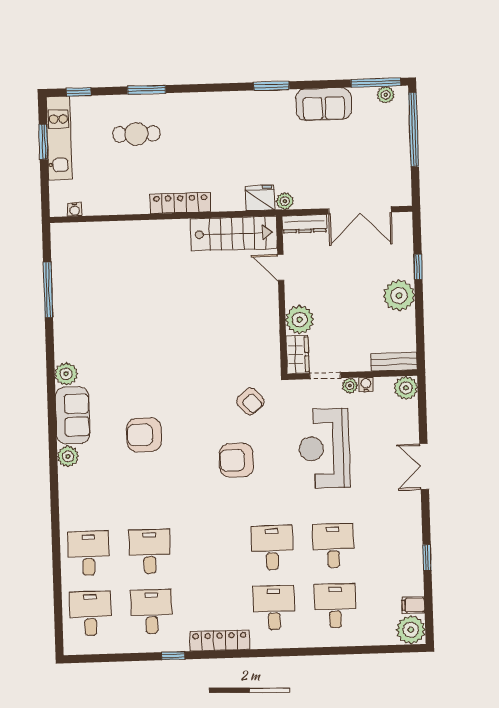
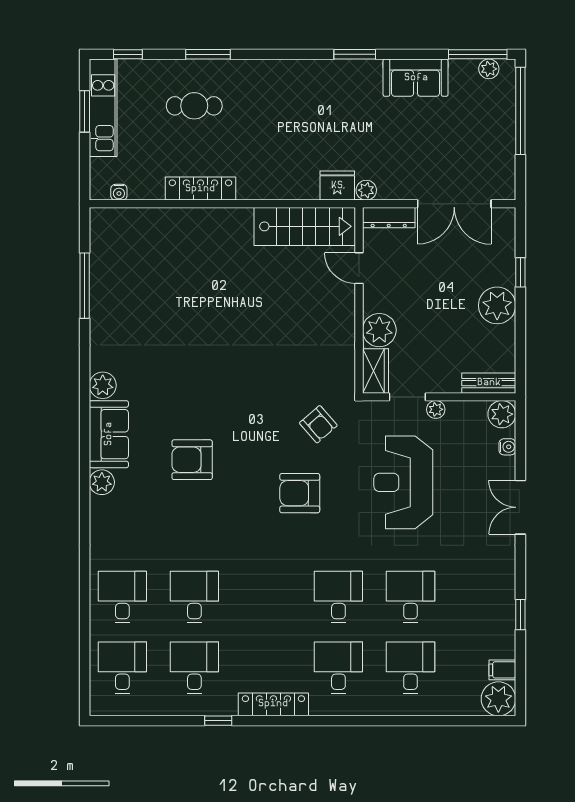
locker: (180, 203) -> (200, 189), moved
water cooler: (366, 384) -> (507, 447), moved, turned 90

